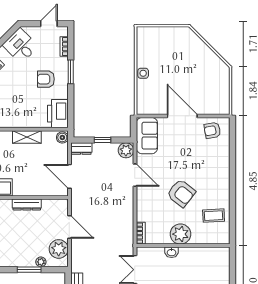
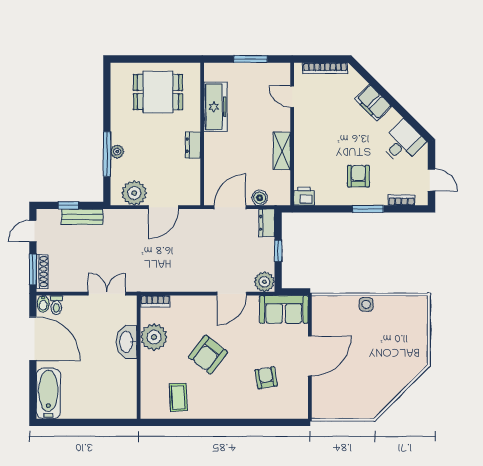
printer: (58, 114) -> (304, 196), width x0.53, depth x0.68
armchair: (212, 130) -> (266, 378), moved
boiler: (62, 137) -> (260, 198), moved
dresser: (27, 204) -> (193, 145), width x0.70
plant: (180, 234) -> (154, 337), moved
washbasin: (172, 252) -> (127, 342), width x1.91, depth x1.45
plant: (41, 262) -> (117, 152), moved
window: (29, 270) -> (107, 154), width x1.44

